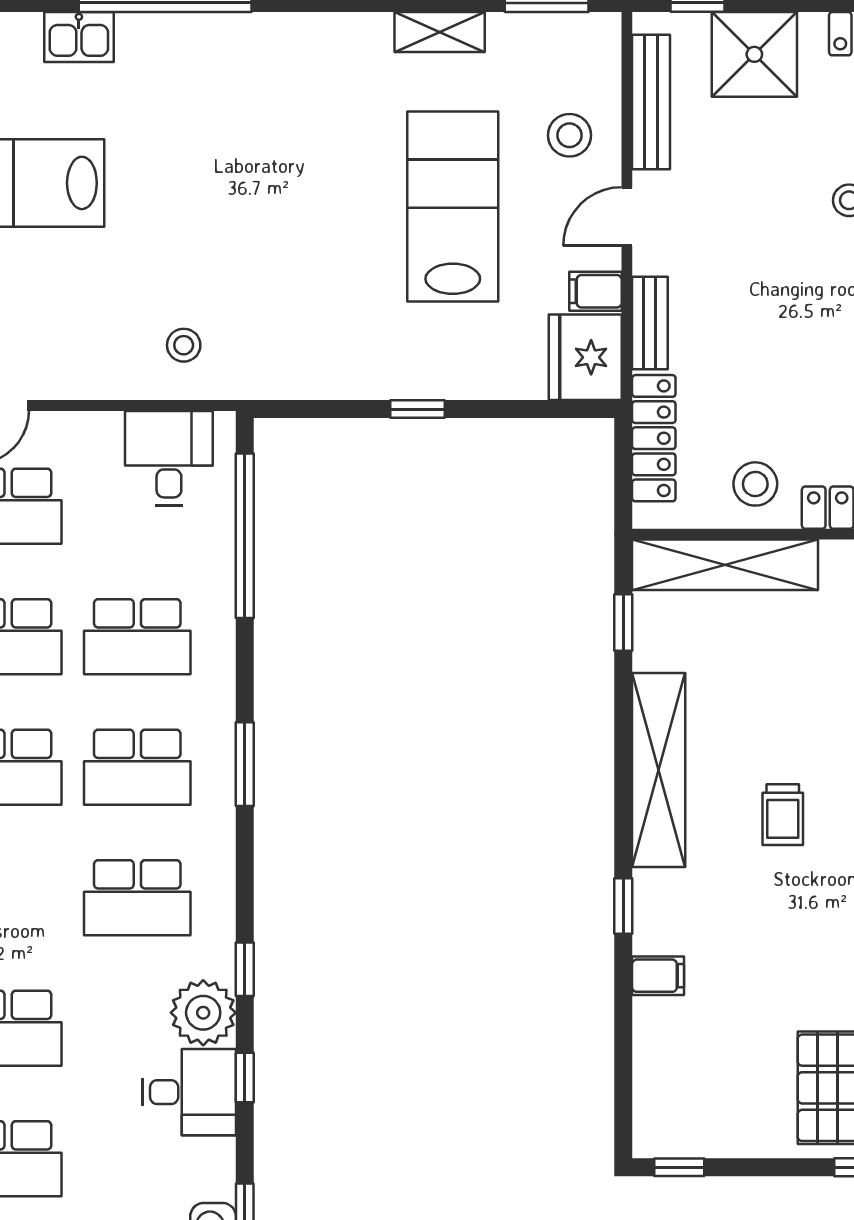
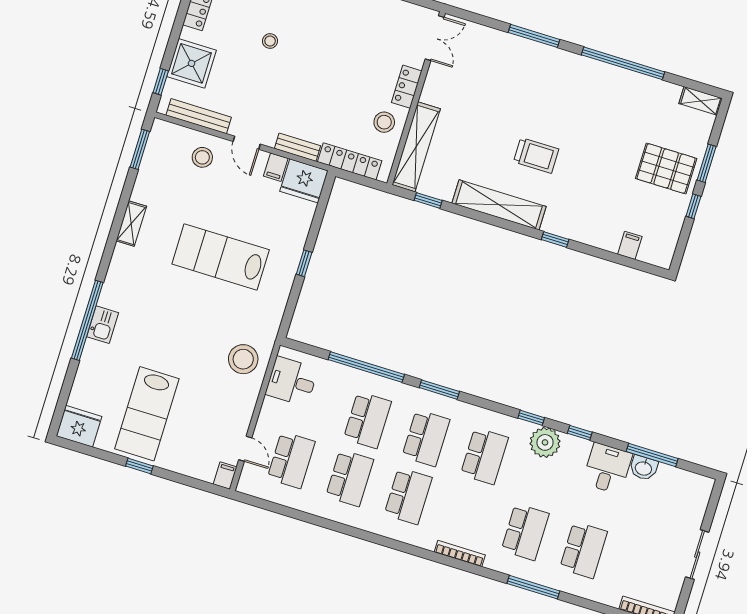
shelving: (440, 32) -> (131, 224), moved
kitchen sink: (79, 37) -> (103, 325), moved
lab bench: (453, 207) -> (221, 257), moved
stool: (184, 345) -> (243, 359), width x1.89, depth x1.89
window: (245, 536) -> (366, 367), moved
trolley: (783, 815) -> (536, 155), width x1.36, depth x1.39
filing cabinet: (658, 976) -> (630, 245), moved
desk: (189, 1092) -> (607, 468), moved
window: (679, 1167) -> (693, 206), moved

